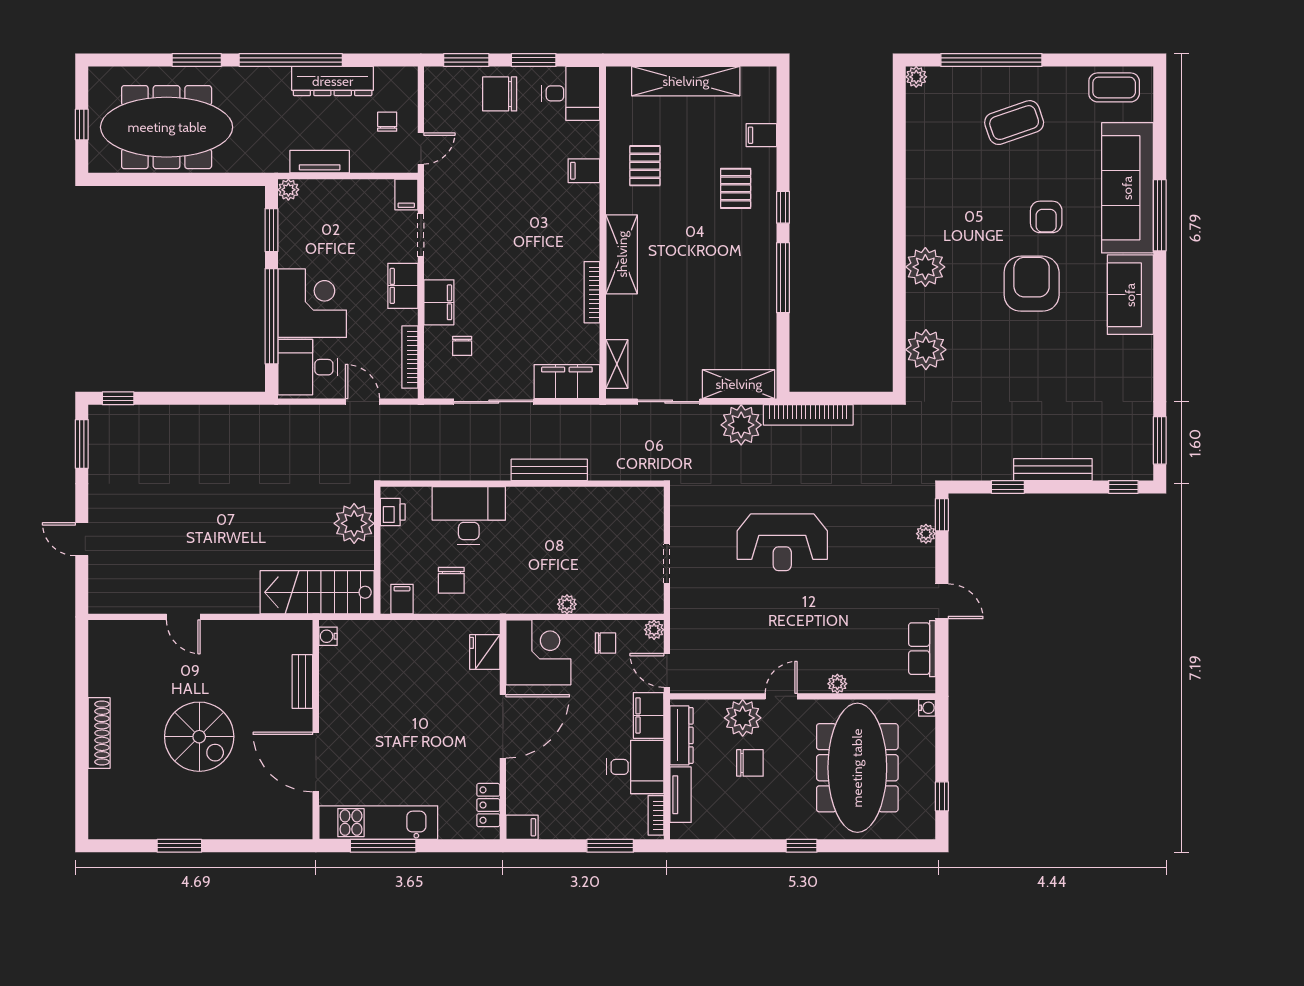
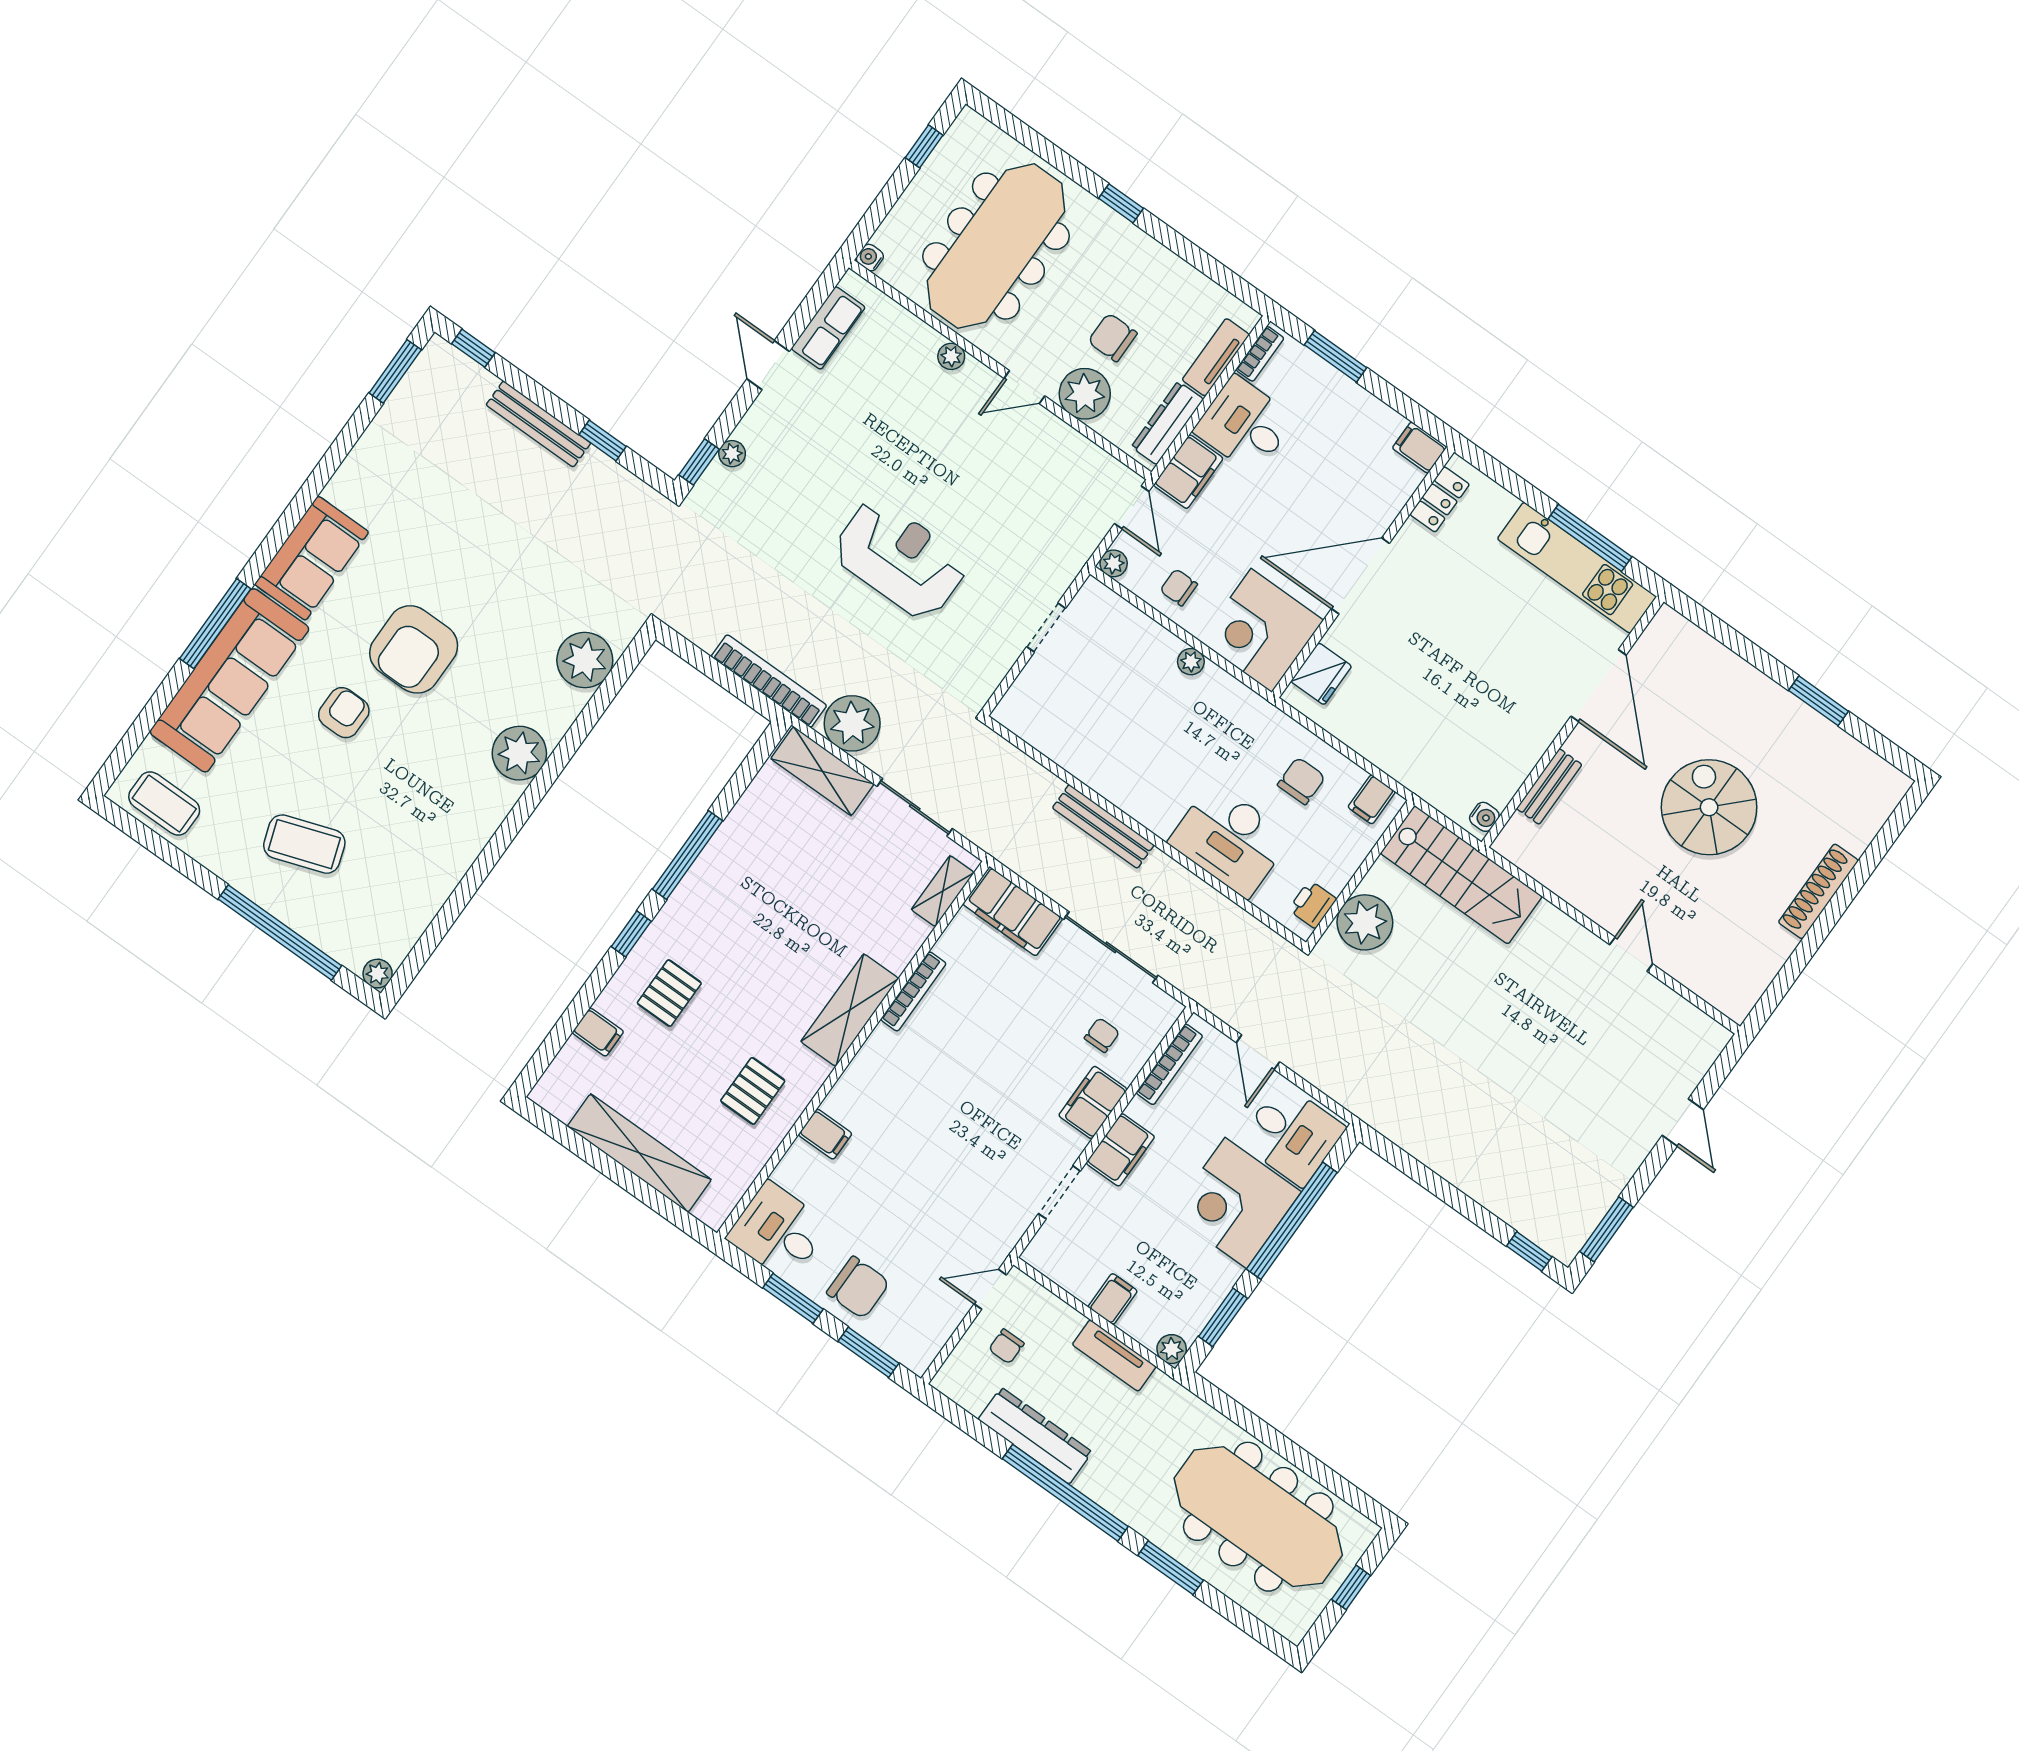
filing cabinet: (406, 194) -> (1113, 1299), moved

